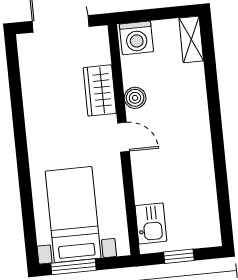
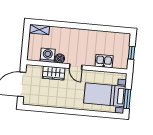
washing machine: (136, 38) -> (48, 55), moved, turned -90
door: (123, 137) -> (76, 67), swing flipped
kitchen sink: (151, 223) -> (104, 61), moved

